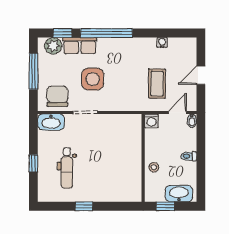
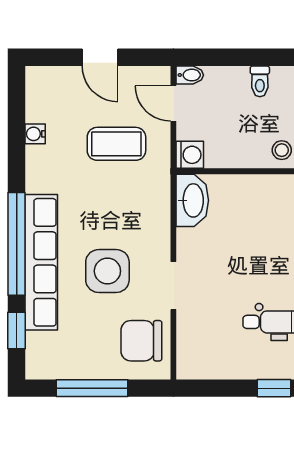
plant: (53, 46) -> (42, 349), removed
row of seats: (80, 46) -> (41, 262), width x2.02
washbasin: (51, 122) -> (192, 200), moved

